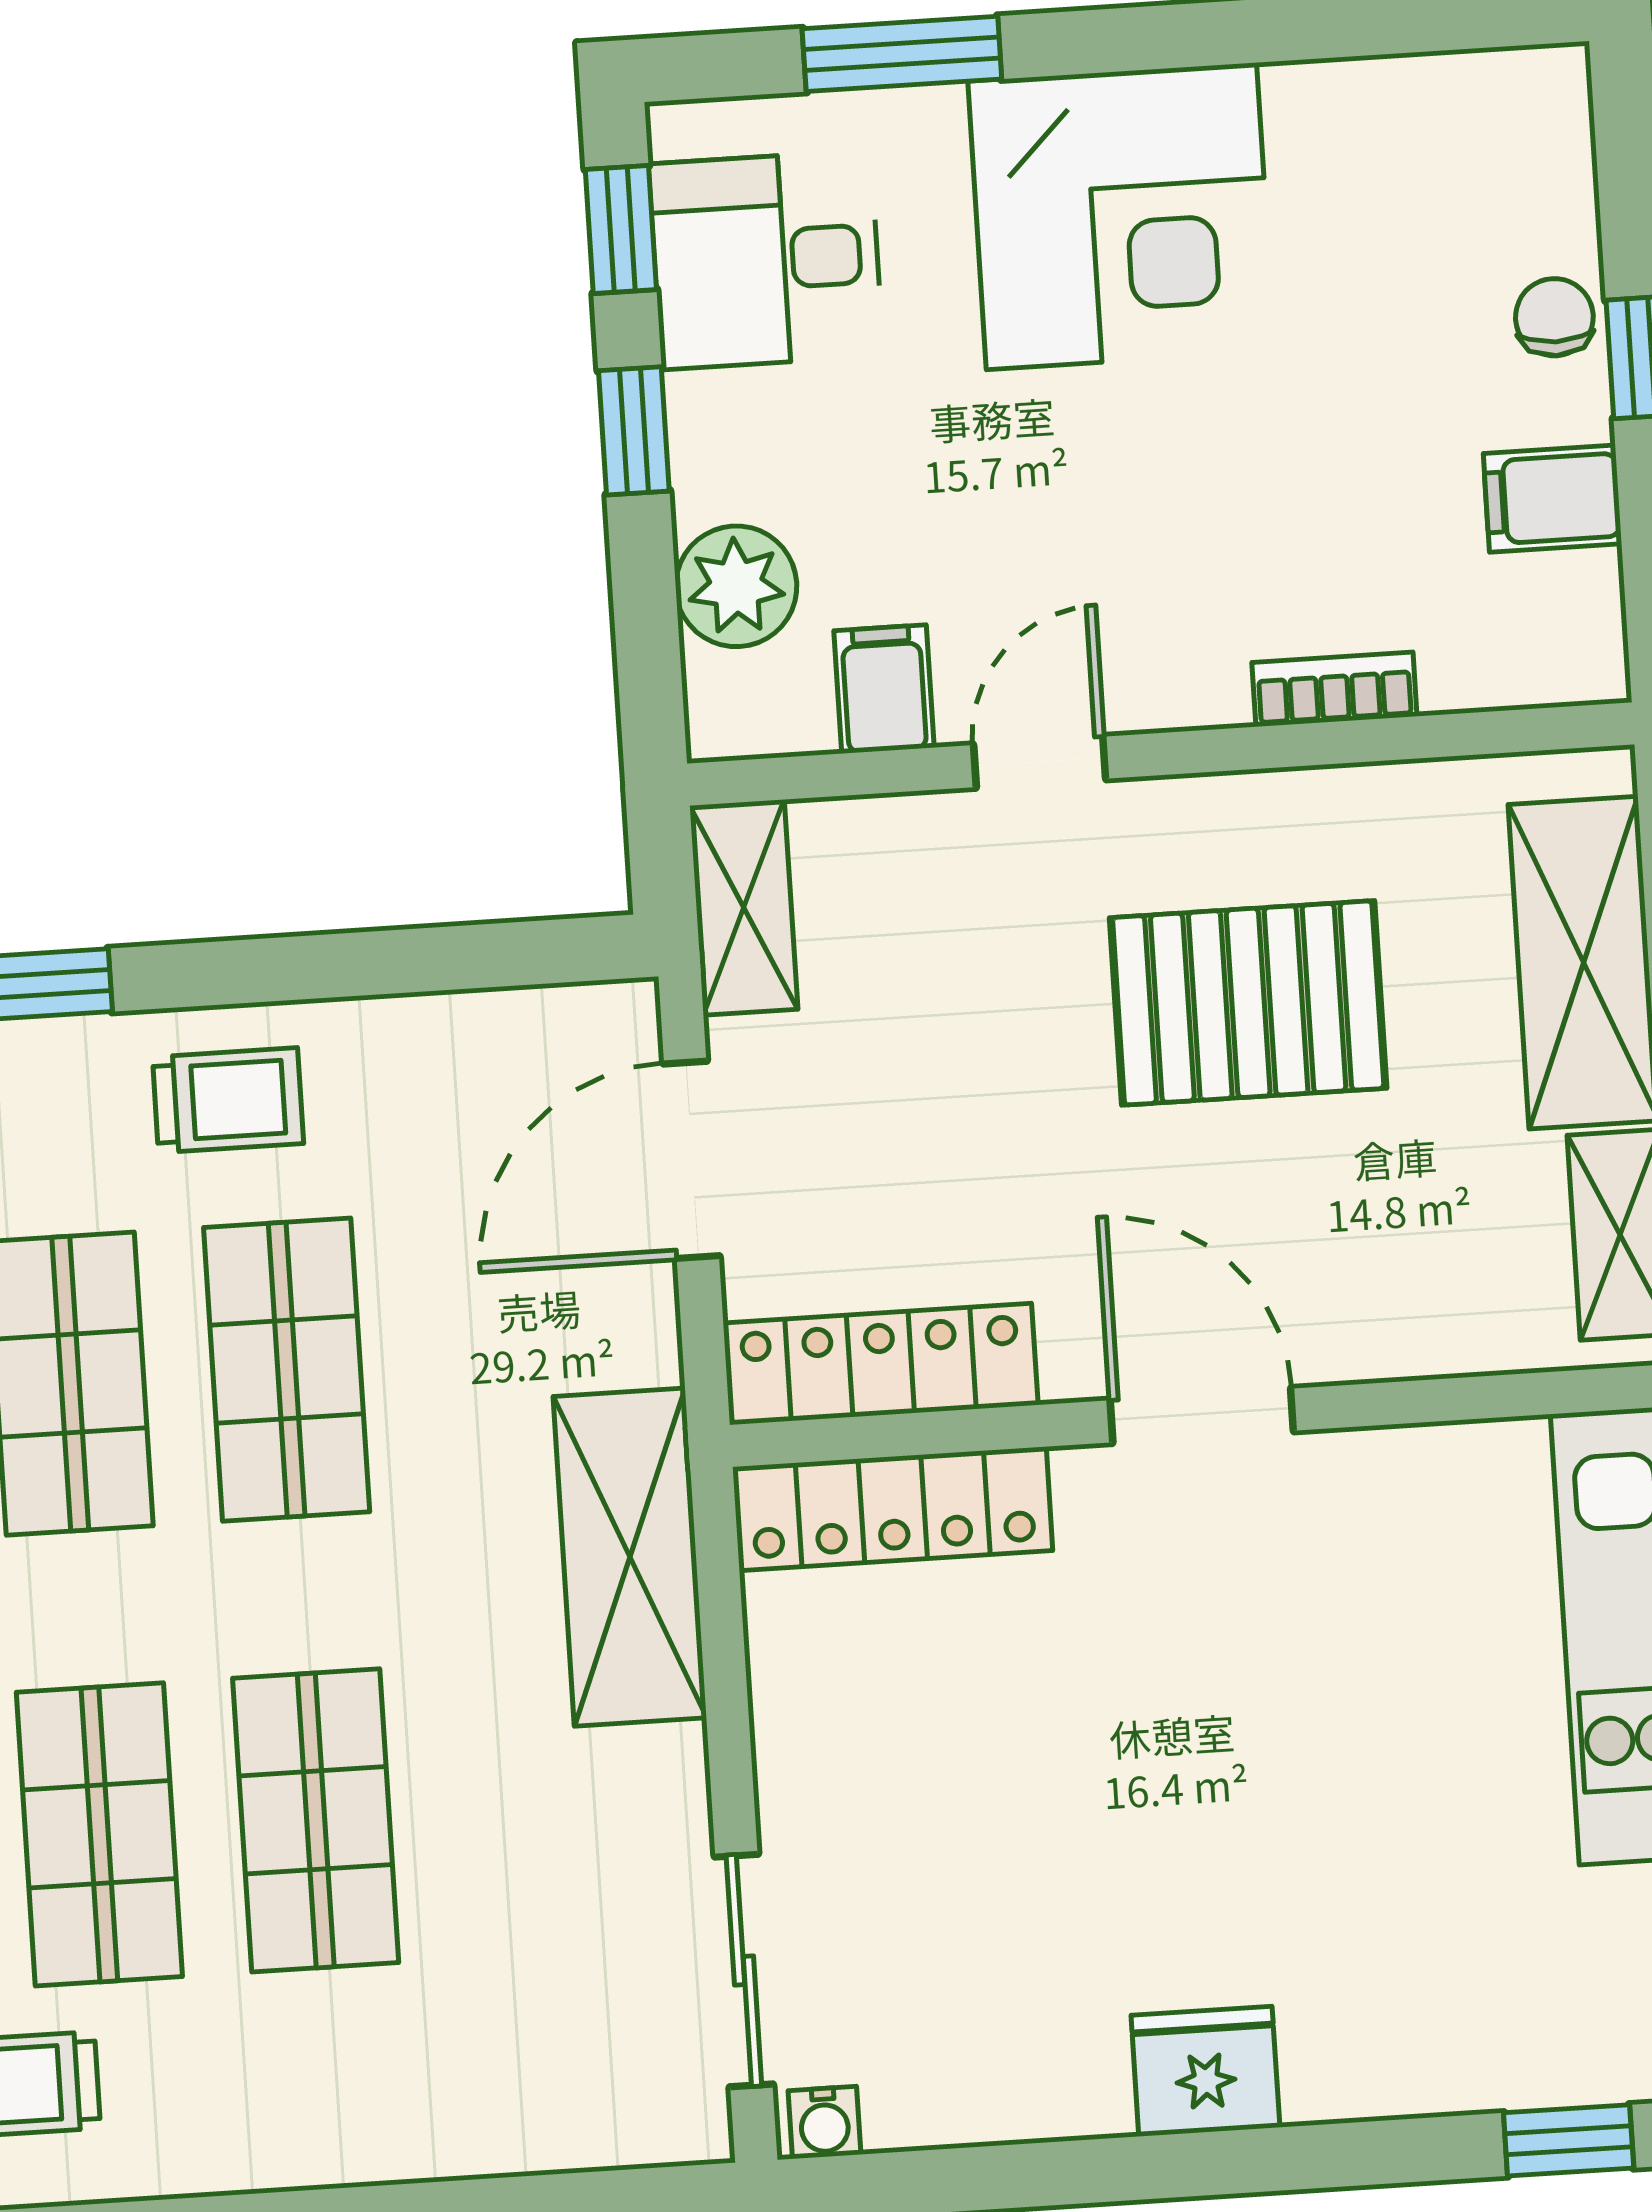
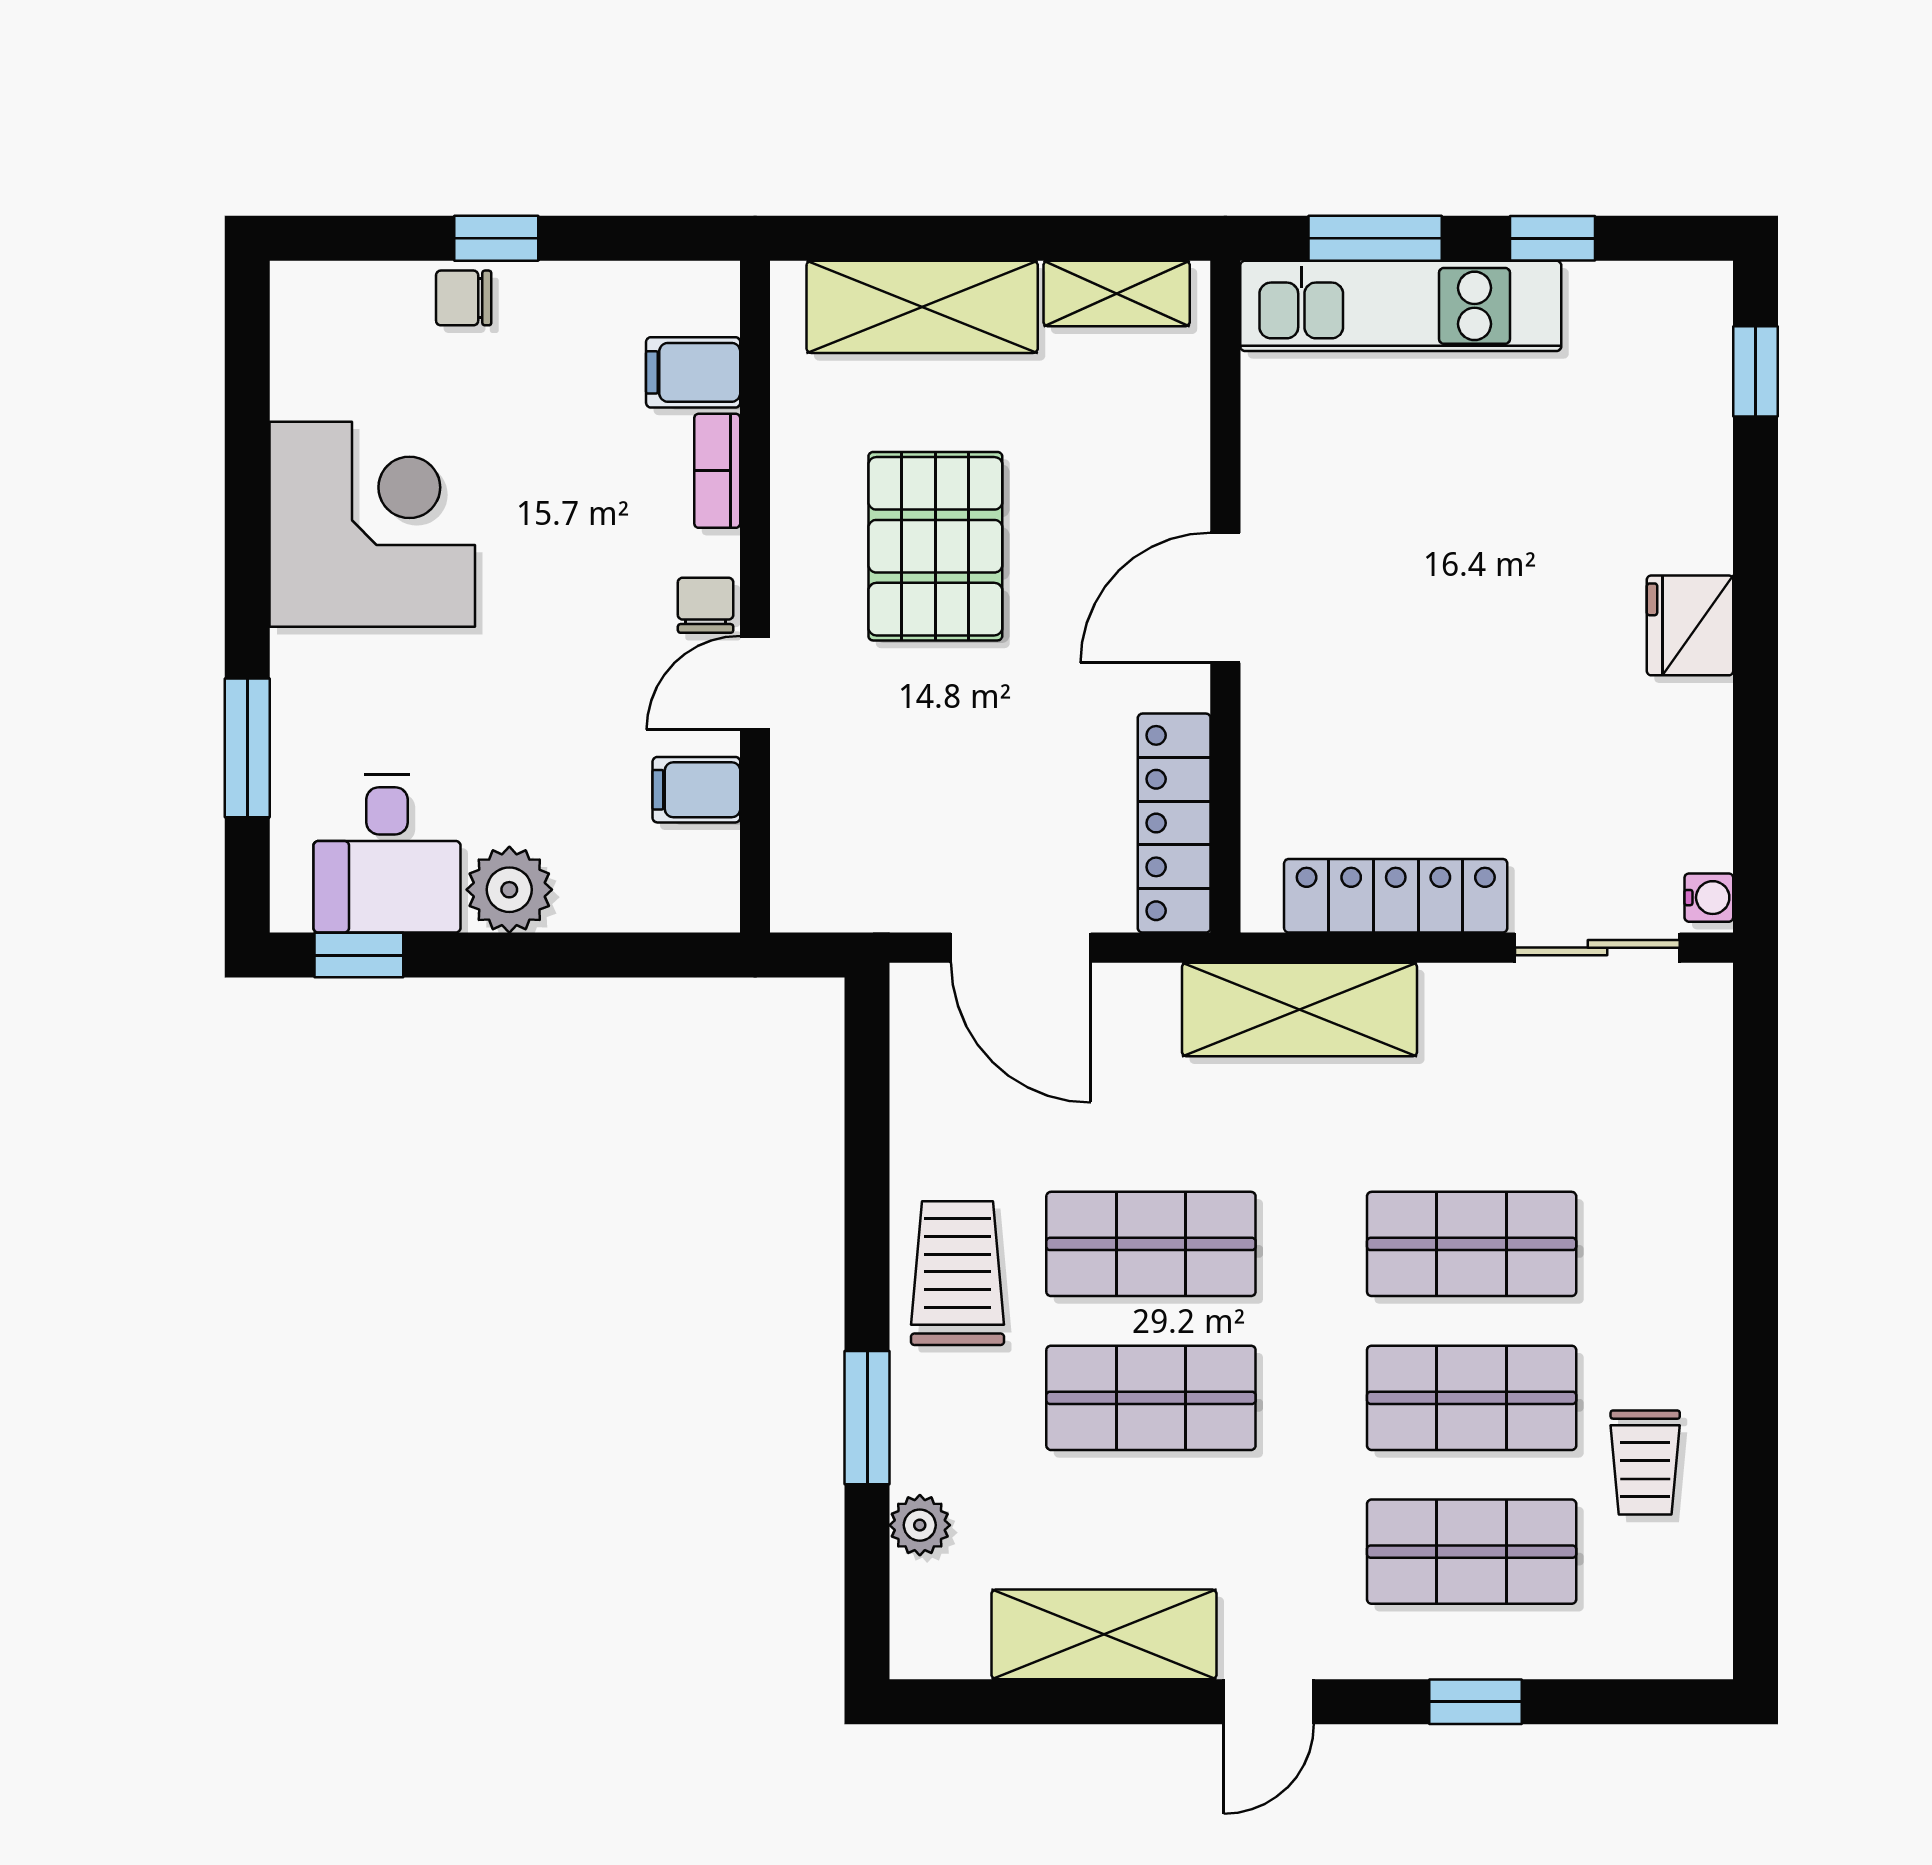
corner desk: (1121, 216) -> (372, 524), moved
window: (634, 431) -> (502, 955), removed
filing cabinet: (1552, 499) -> (693, 372), moved, turned 90
plant: (736, 586) -> (509, 890), moved
chair: (1144, 685) -> (706, 605), added
door: (1040, 762) -> (755, 683), hinge flipped
shelving: (744, 907) -> (845, 899), removed
trolley: (228, 1100) -> (957, 1273), width x1.36, depth x1.39
locker: (893, 1509) -> (1396, 896), moved, turned -90

